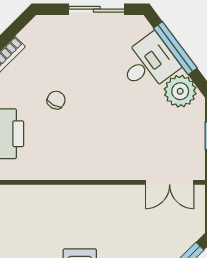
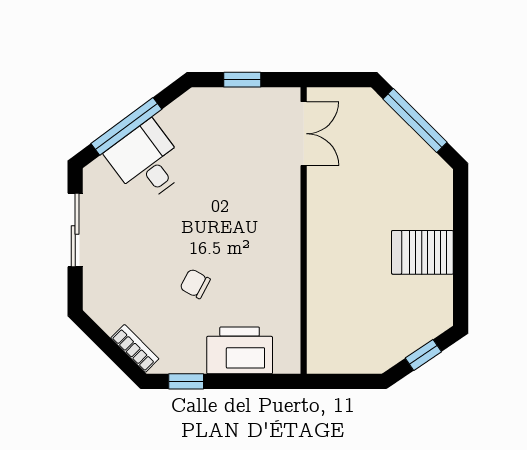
plant: (180, 91) -> (183, 120), removed

